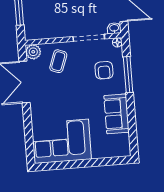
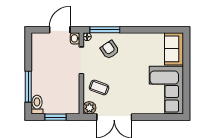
armchair: (104, 70) -> (110, 50), turned -124
window: (128, 75) -> (105, 30), moved
sofa: (116, 114) -> (174, 49), moved, turned 90

